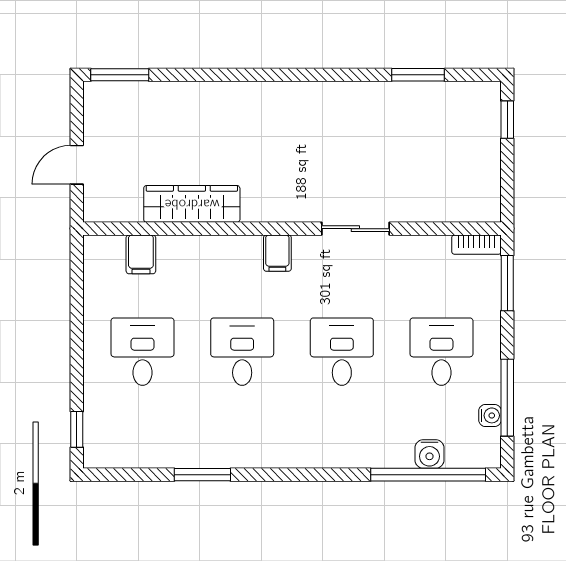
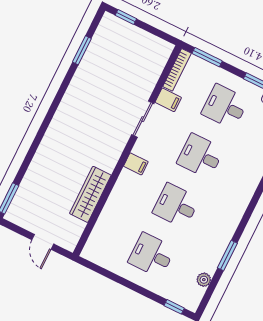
bookcase: (476, 245) -> (177, 70), width x1.56
filing cabinet: (141, 254) -> (168, 100), moved
plant: (144, 456) -> (204, 280), added

